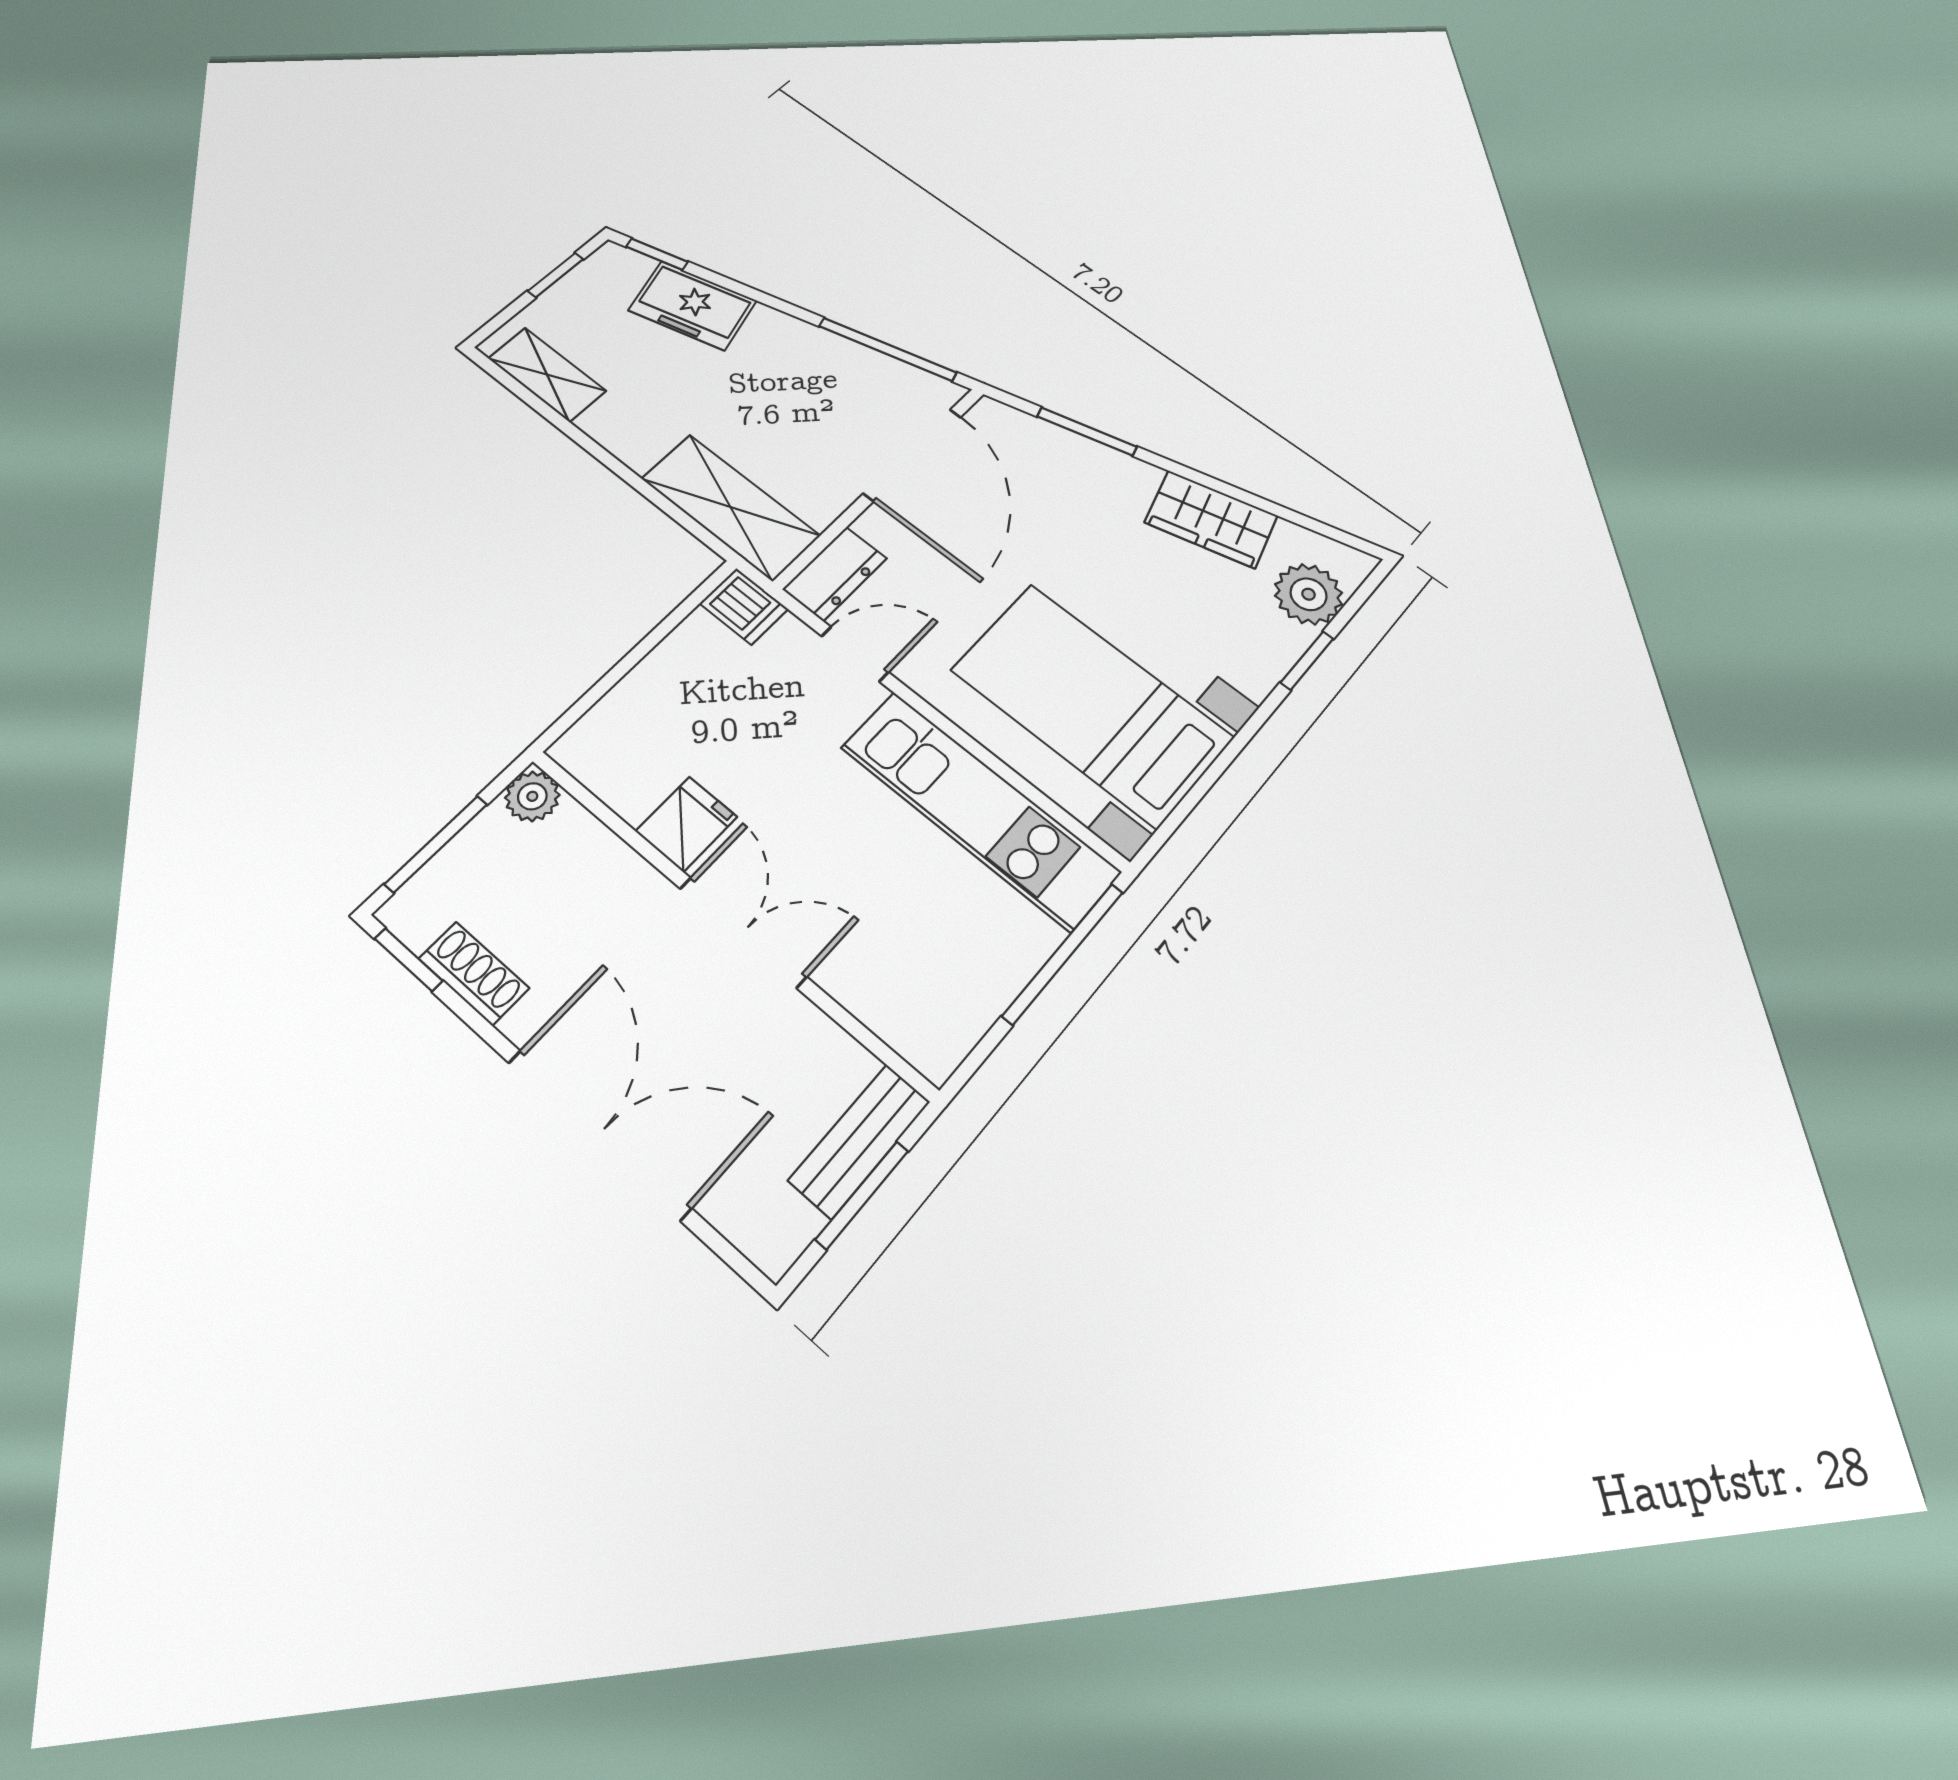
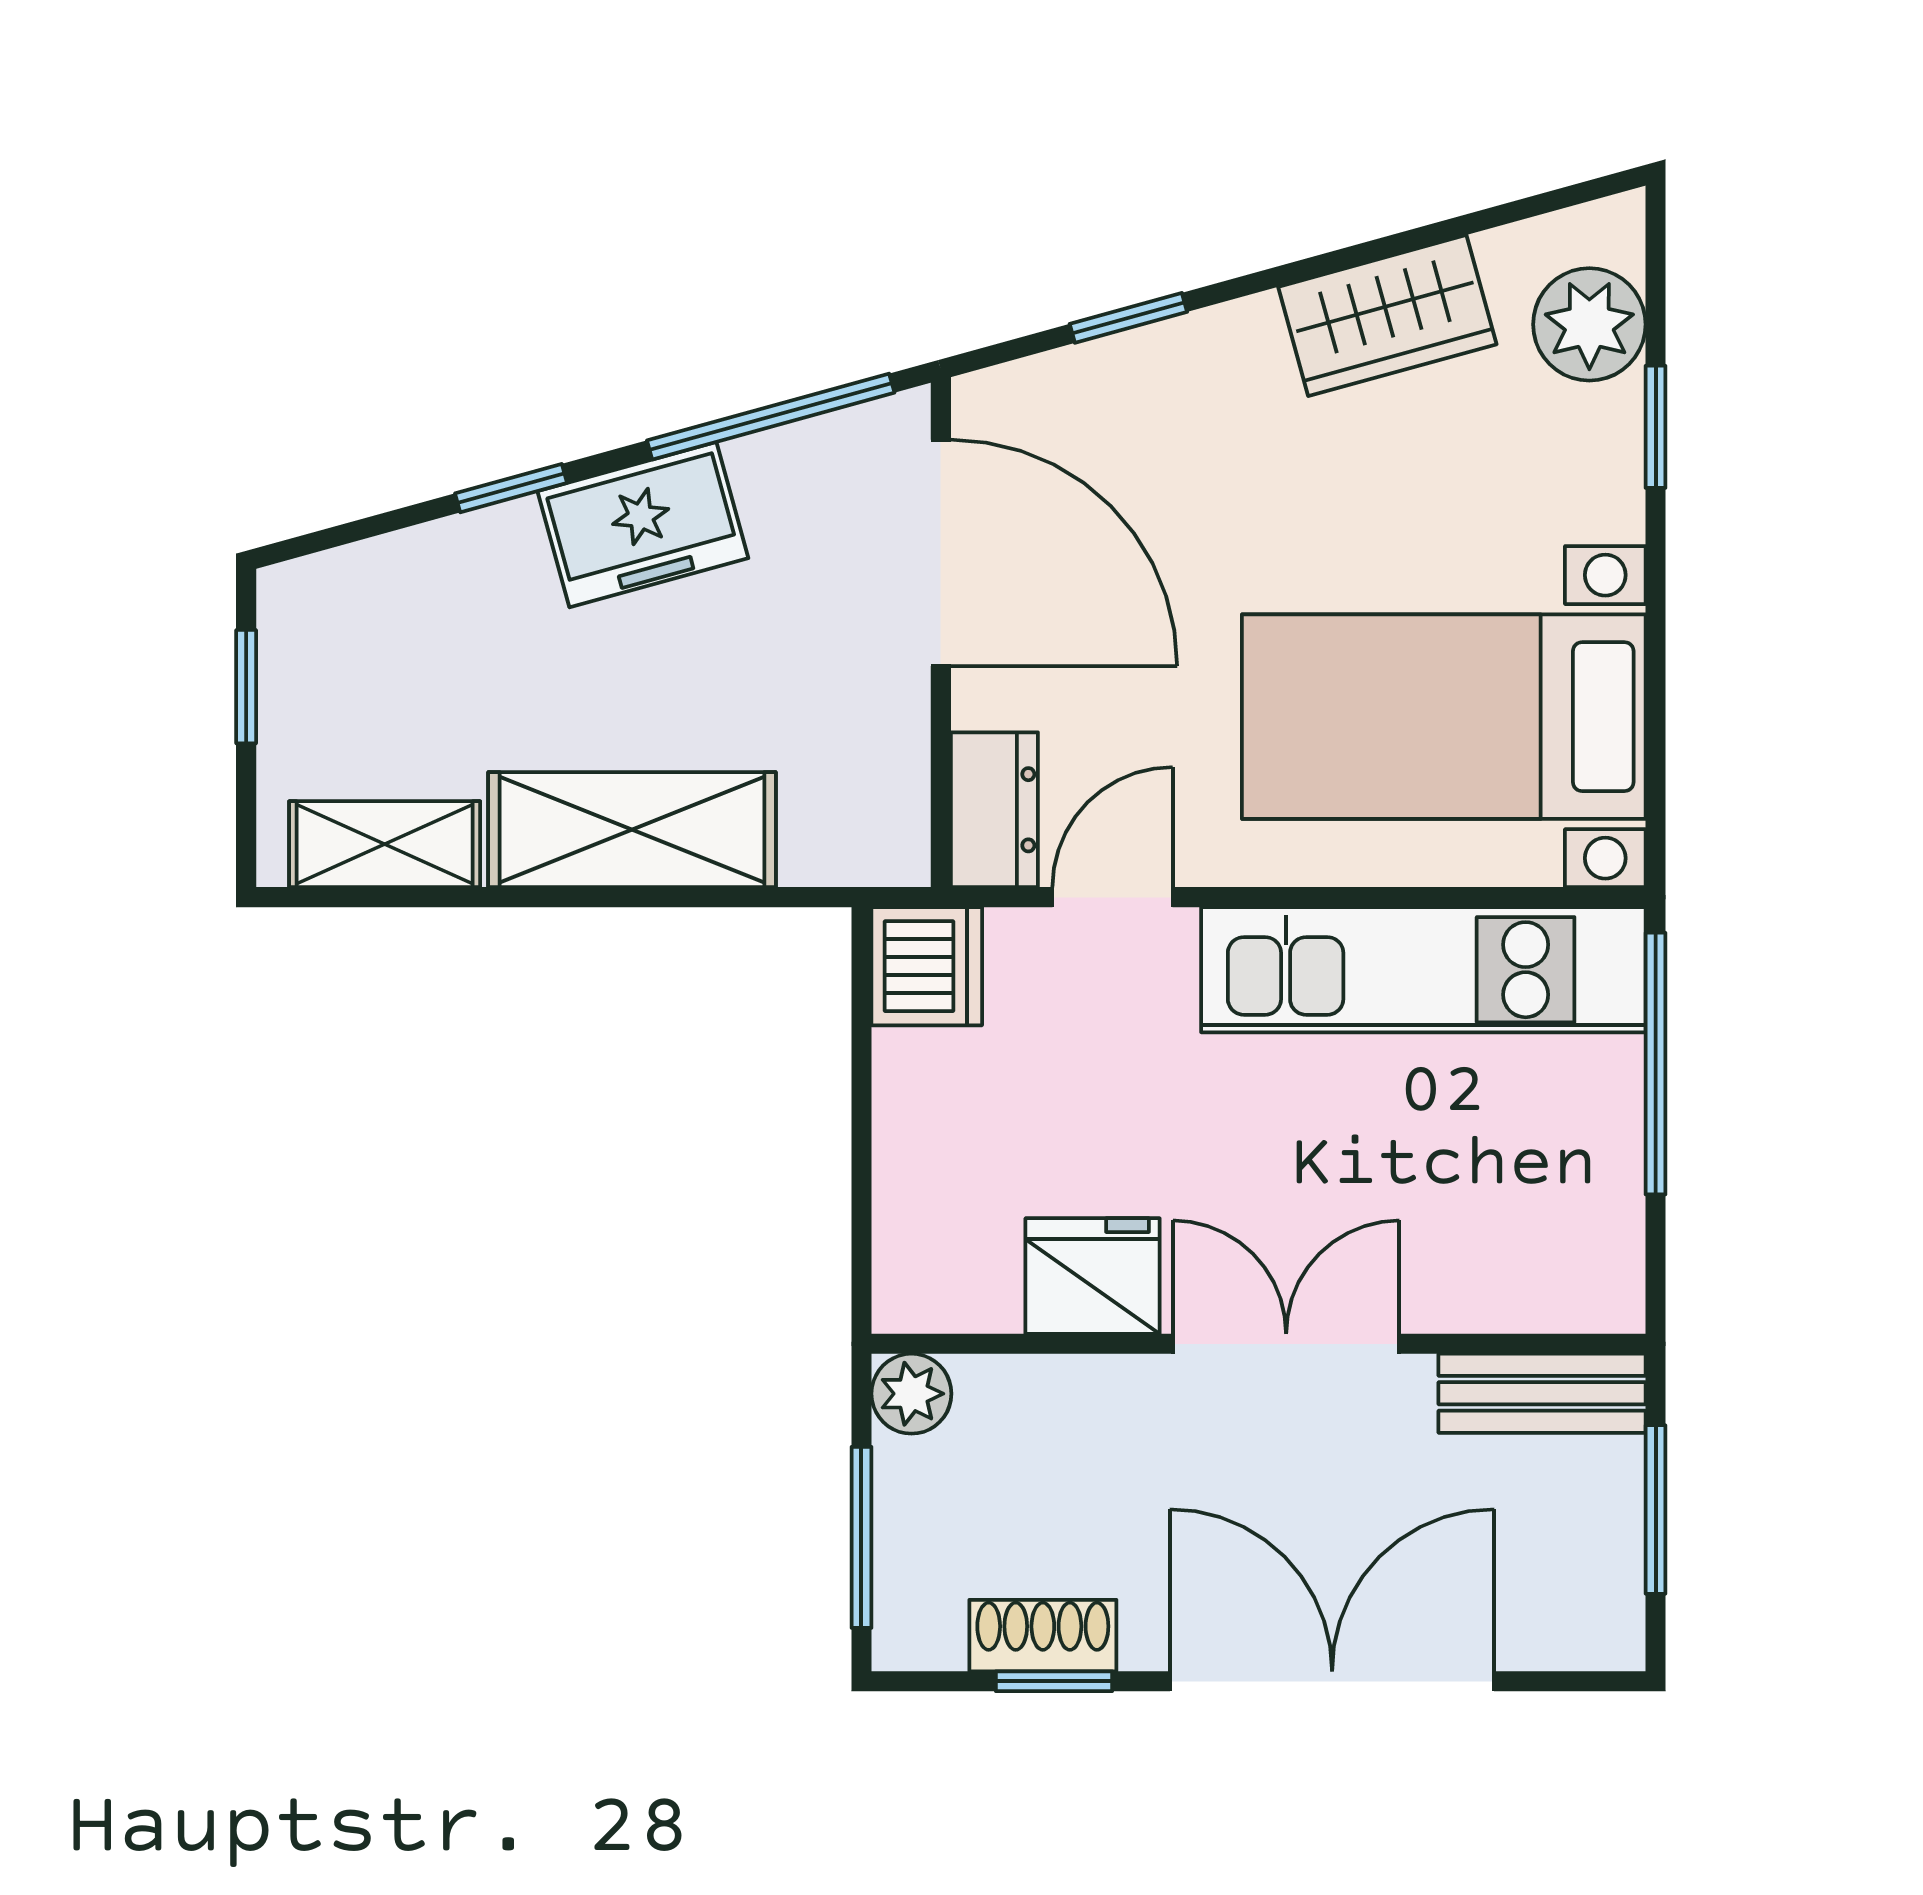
window: (657, 254) -> (511, 488), moved
freezer: (693, 305) -> (643, 525), moved
window: (1087, 432) -> (1128, 318), width x0.67
shelving: (730, 507) -> (632, 830), moved
dishwasher: (744, 606) -> (927, 966), width x1.38
fridge: (686, 824) -> (1093, 1276), width x1.38
window: (409, 960) -> (1054, 1681), moved
bench: (860, 1141) -> (1542, 1393), moved, turned 90

